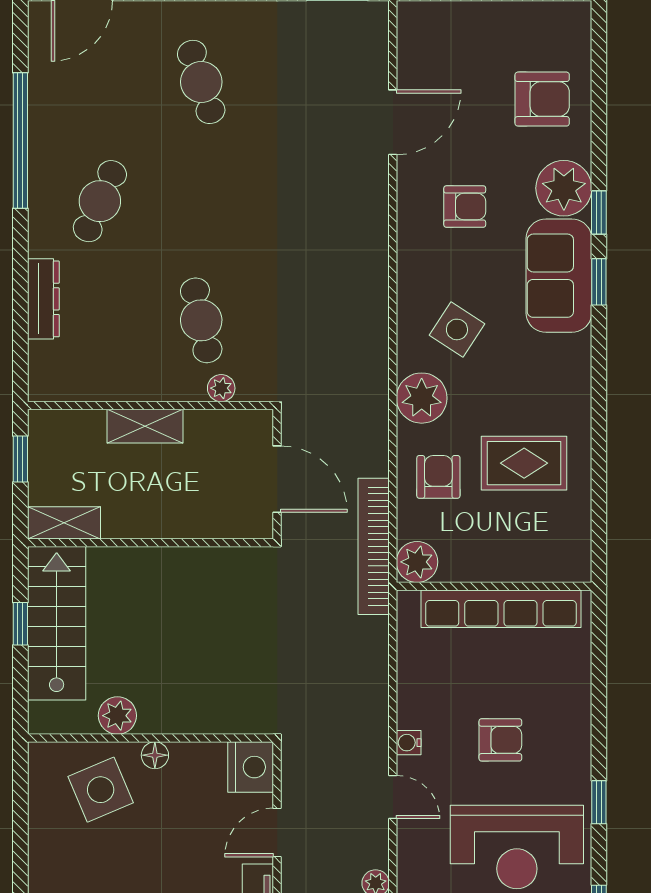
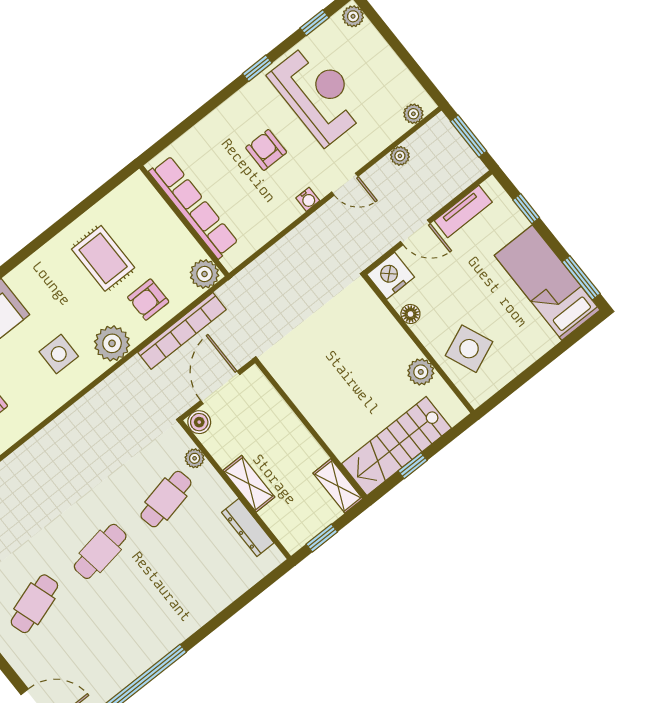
cafe table: (100, 201) -> (100, 551), moved, turned -33
dresser: (43, 299) -> (248, 528), moved, turned -90
side table: (457, 329) -> (59, 354), turned -33
boiler: (257, 425) -> (199, 422), added
bookcase: (374, 546) -> (182, 331), moved
floor lamp: (155, 755) -> (410, 314), moved
door: (393, 797) -> (345, 184), swing flipped

